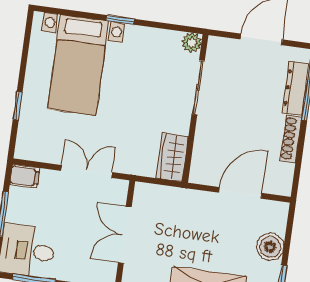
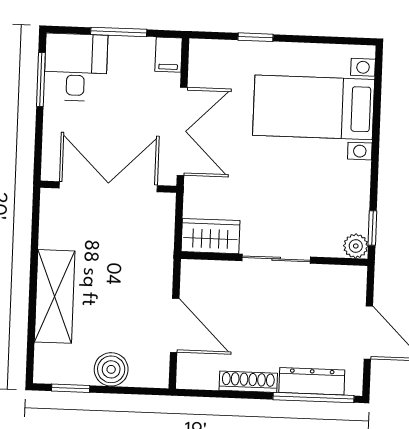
window: (120, 20) -> (372, 228), moved
sliding door: (198, 88) -> (276, 259), moved
double door: (87, 171) -> (182, 131), width x1.37
double door: (125, 235) -> (108, 187), width x1.37

